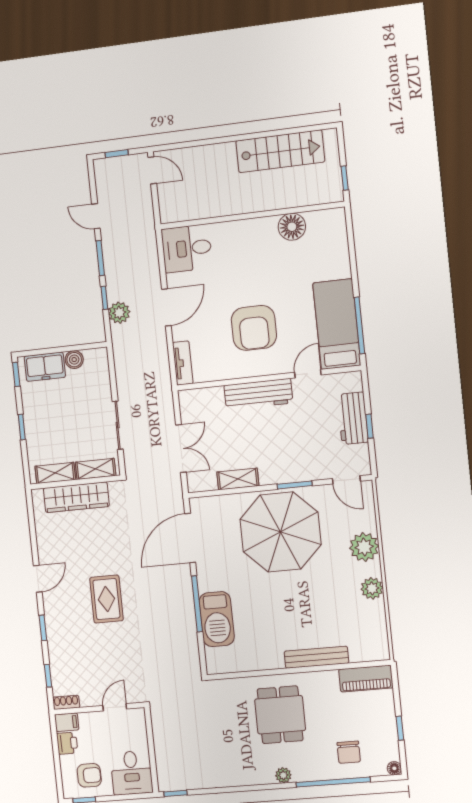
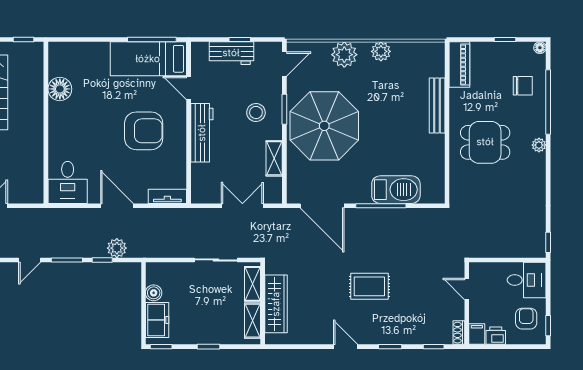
stool: (288, 453) -> (256, 112), added

